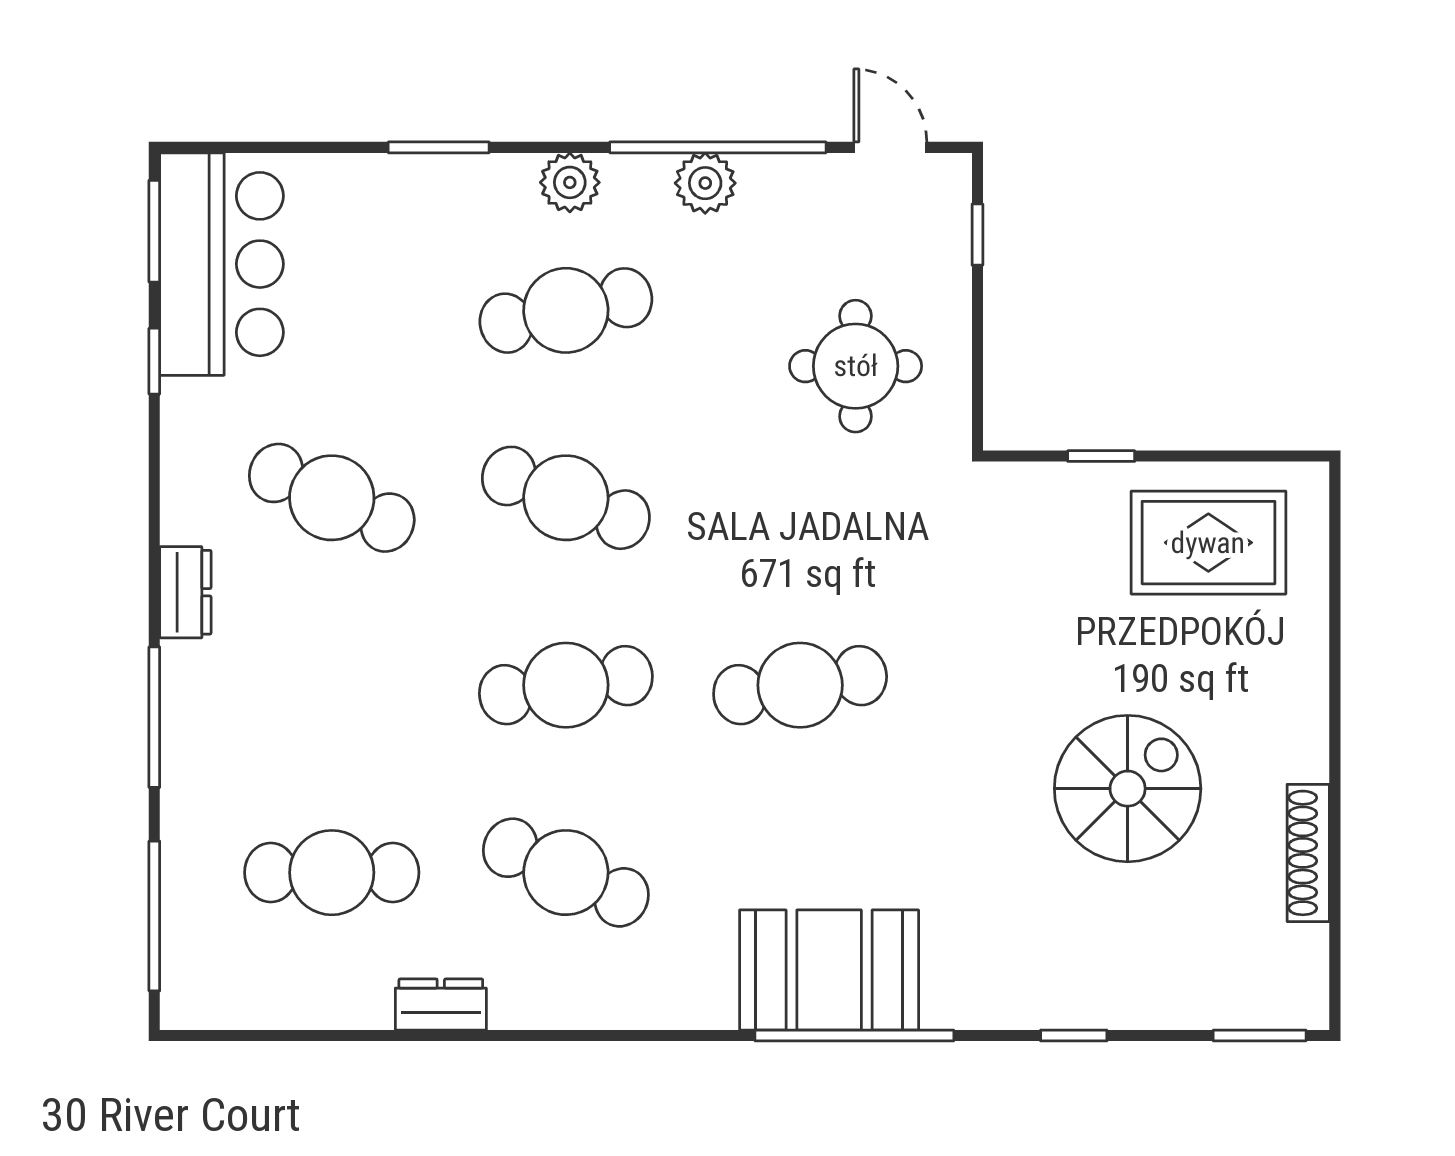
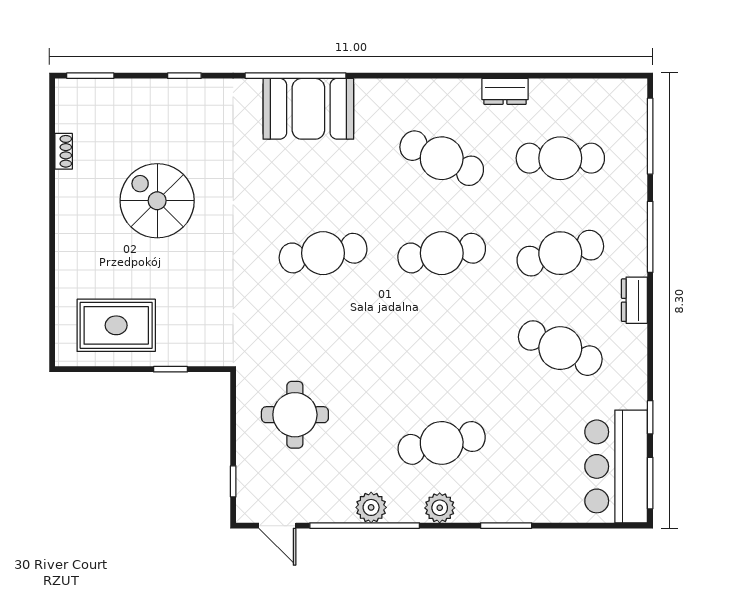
cafe table: (566, 498) -> (560, 253), moved, turned -36
spiral stairs: (1128, 789) -> (157, 201), turned 90
shoe rack: (1308, 853) -> (64, 151), width x0.51, depth x0.81

